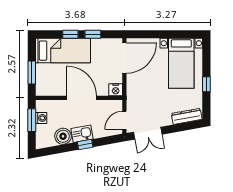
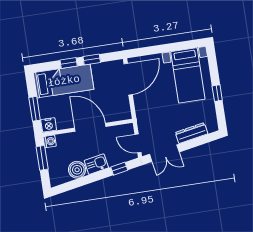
nightstand: (116, 90) -> (49, 125), moved
dresser: (187, 116) -> (191, 133), moved
washing machine: (41, 118) -> (50, 141), moved
door: (124, 120) -> (138, 143), hinge flipped
window: (85, 145) -> (119, 169), moved

